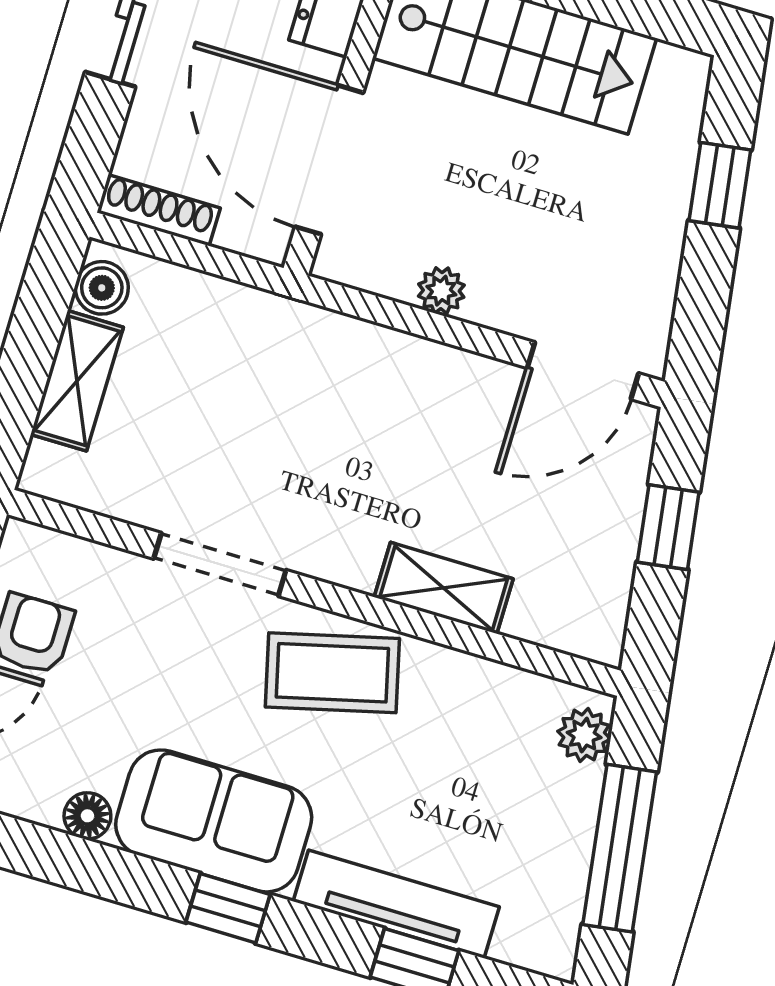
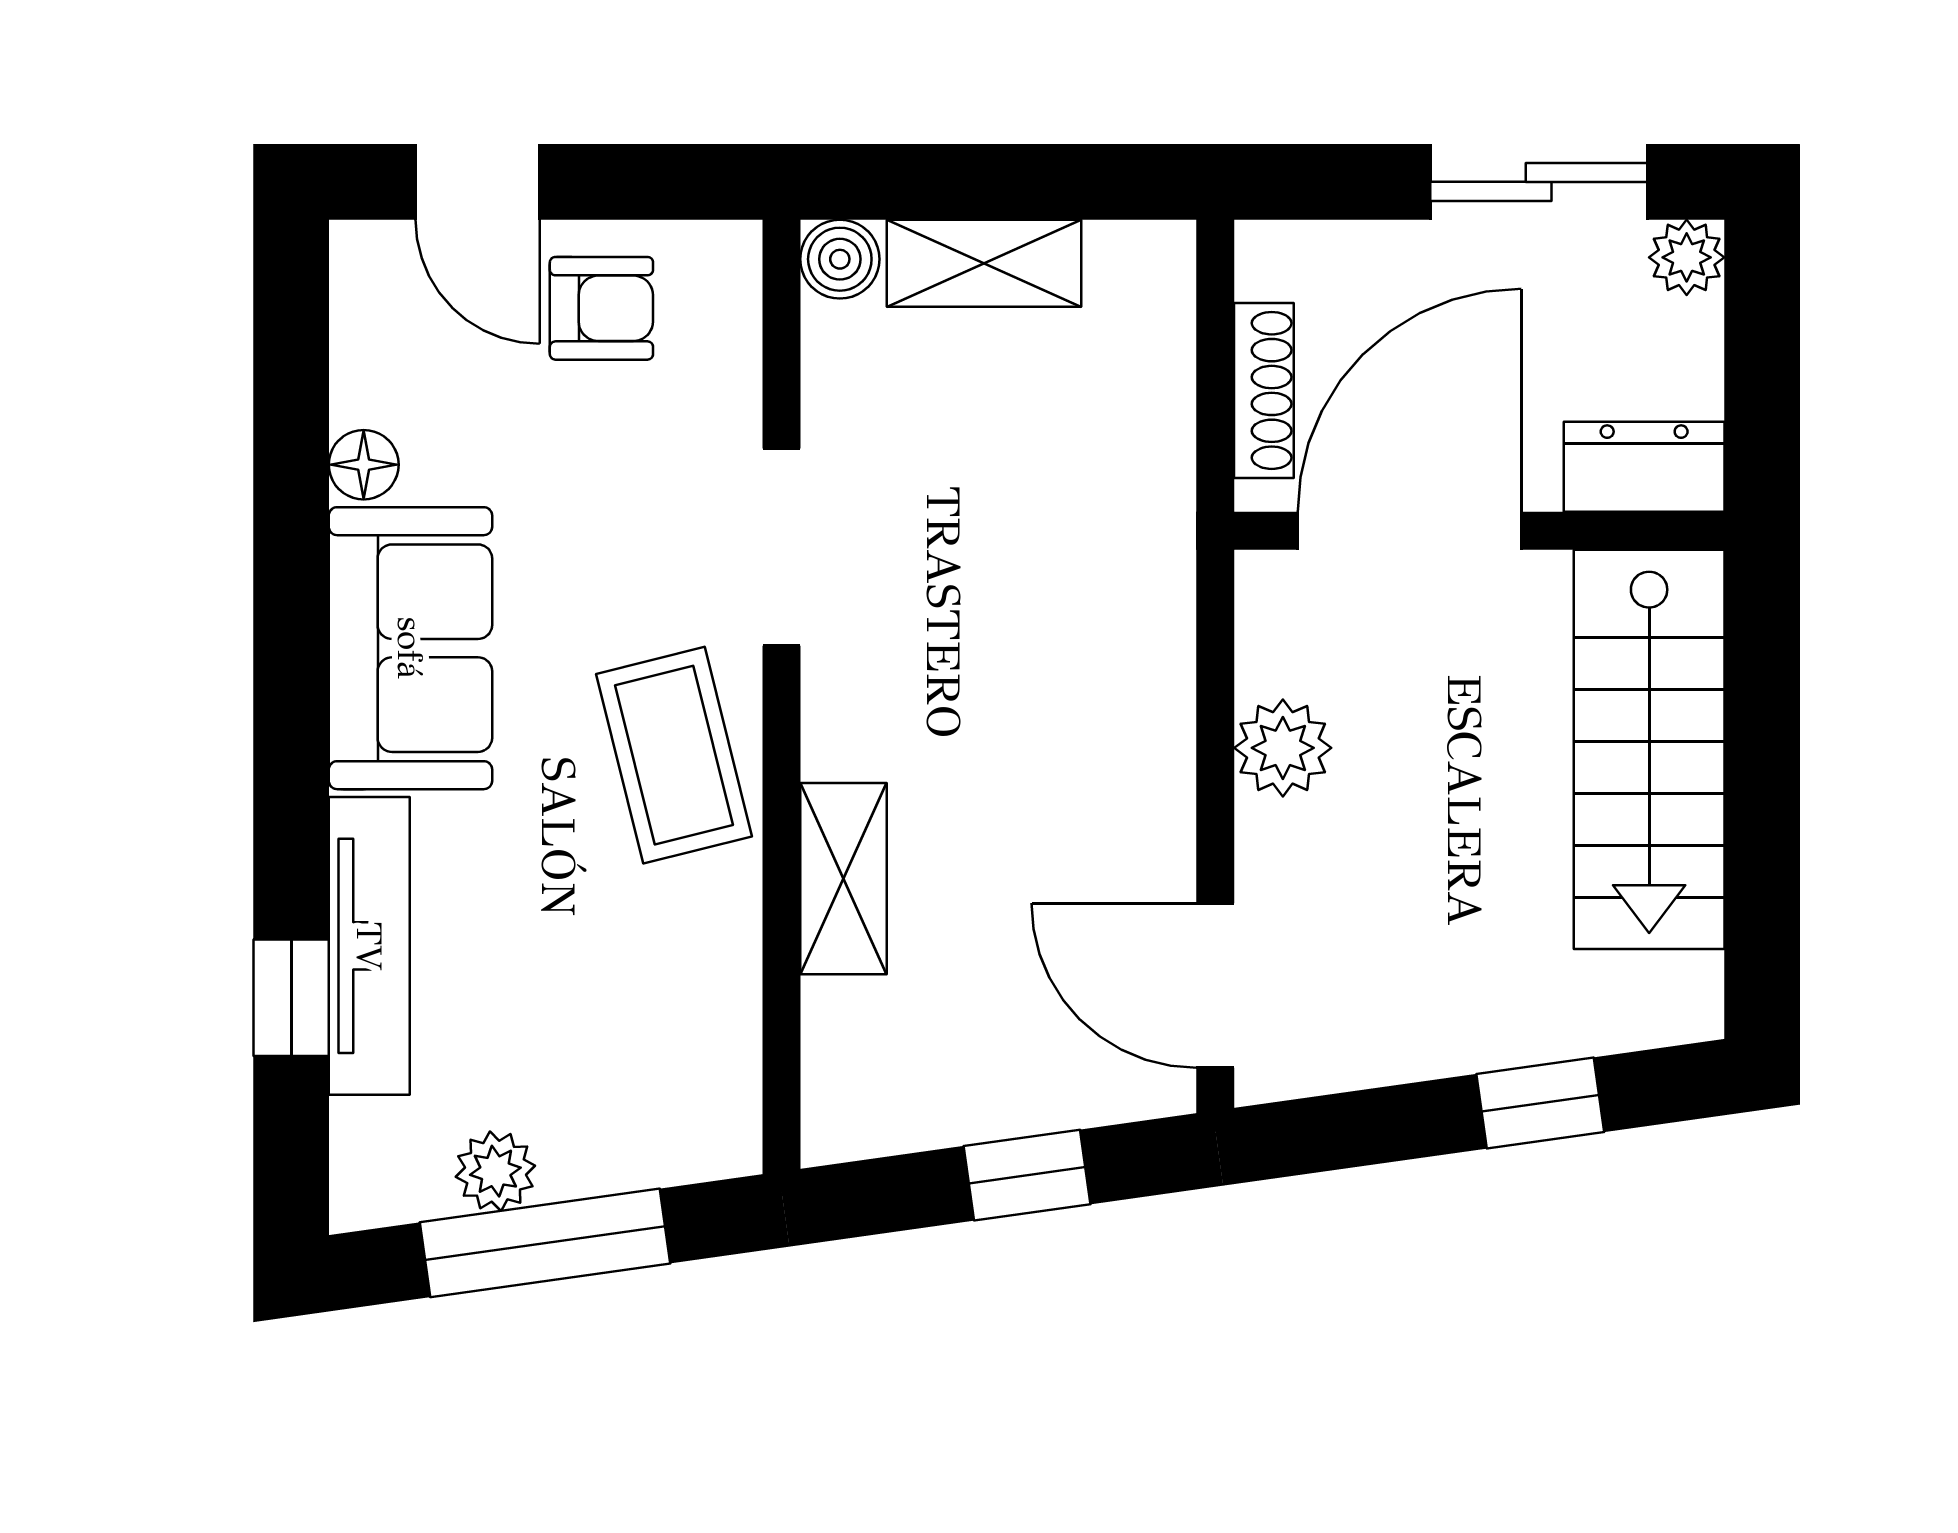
shoe rack: (158, 210) -> (1264, 390), moved
boiler: (102, 288) -> (840, 259), moved
plant: (441, 291) -> (1283, 748), width x1.38, depth x1.38
plant: (584, 735) -> (495, 1171), moved
window: (228, 908) -> (291, 706), removed

